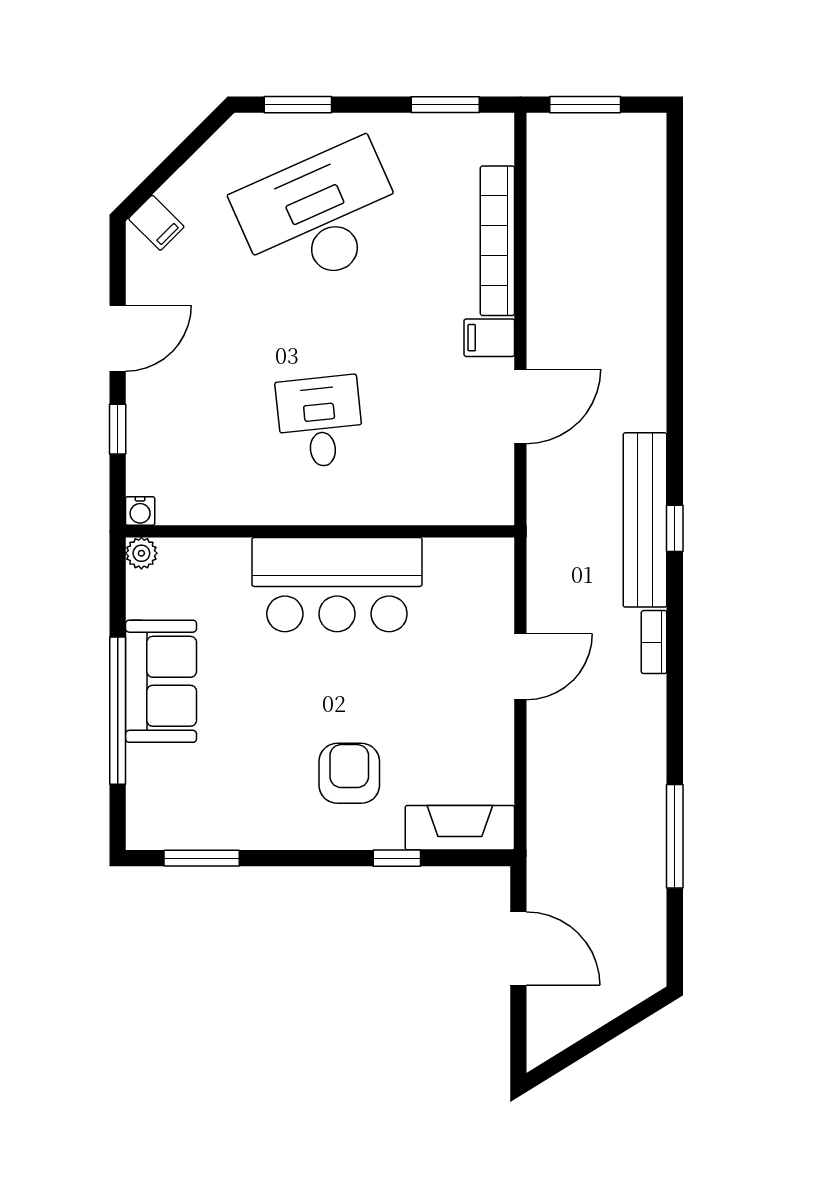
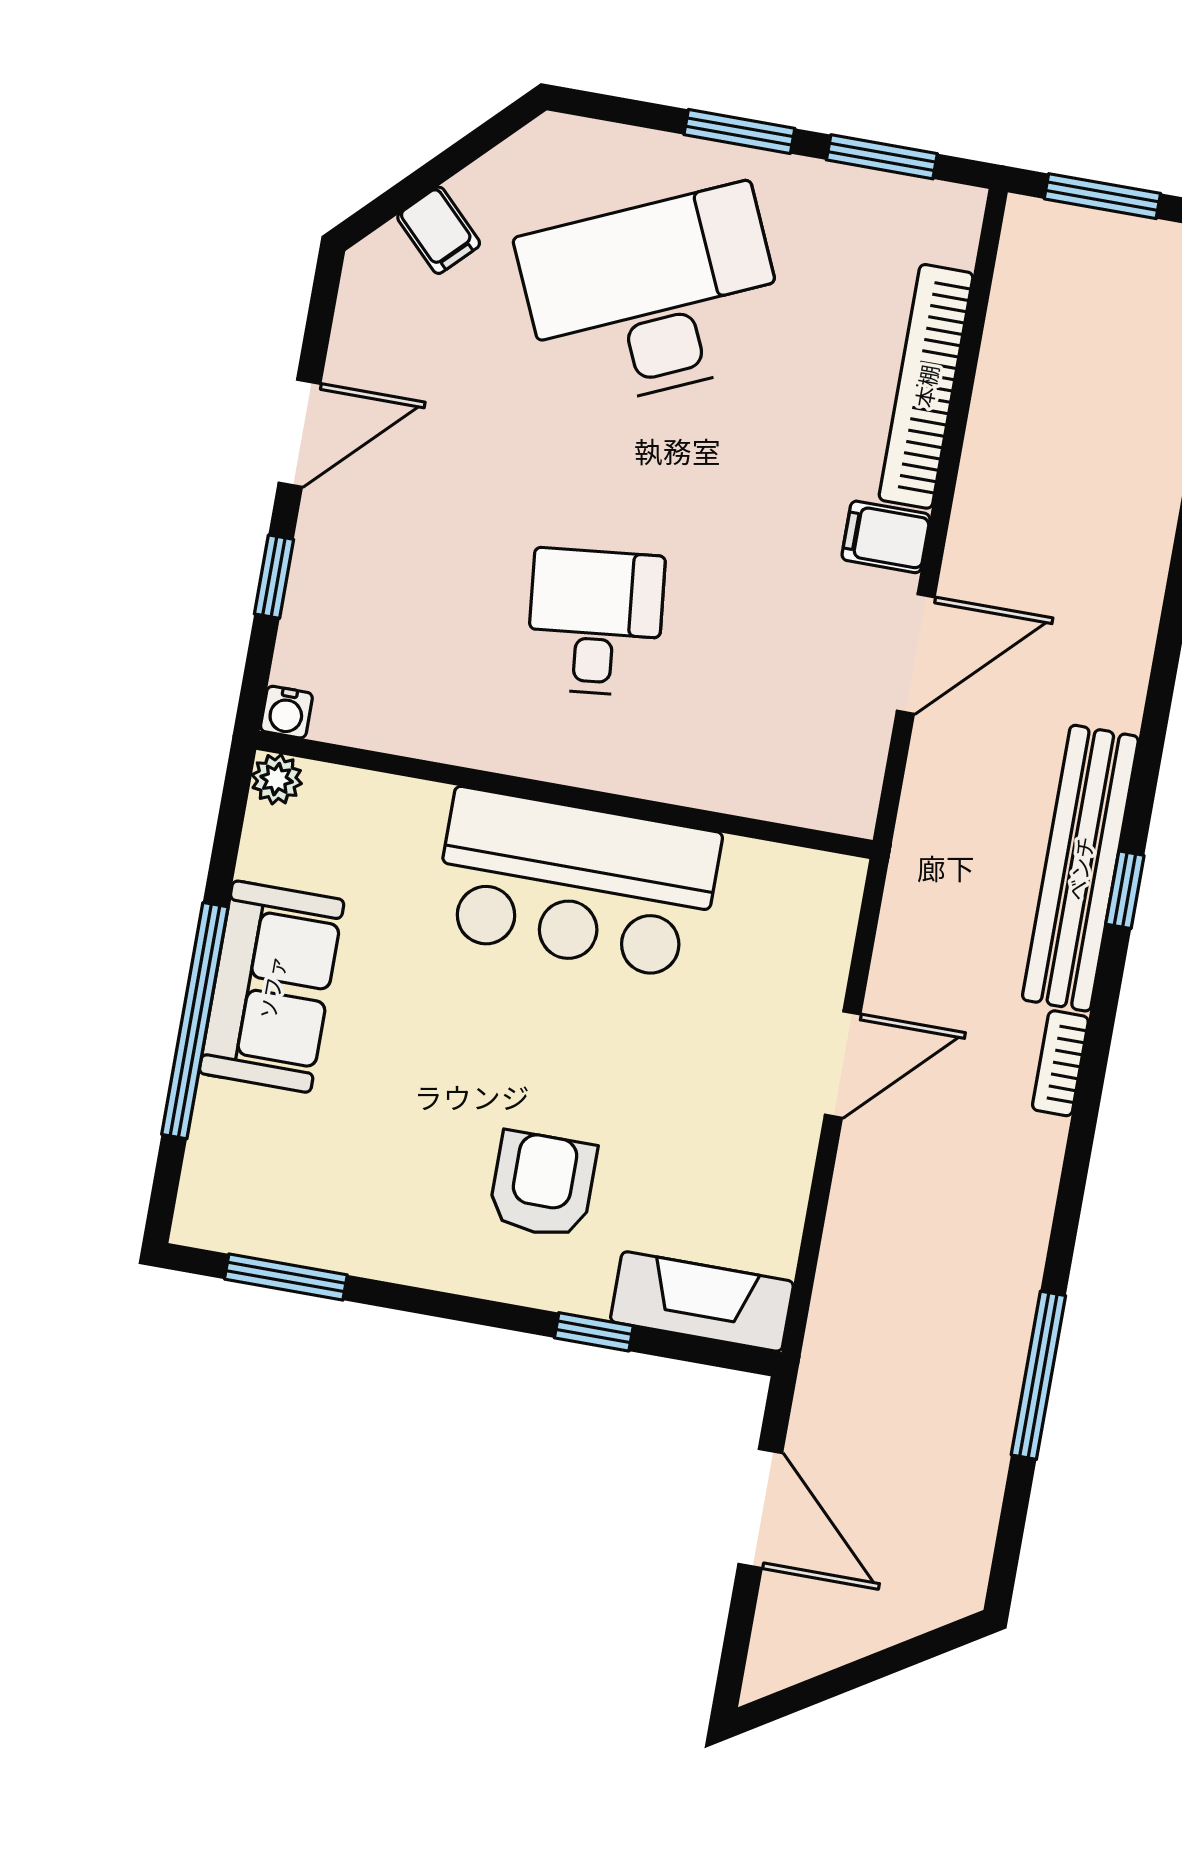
window: (298, 105) -> (739, 131), moved
filing cabinet: (156, 223) -> (439, 230), moved

